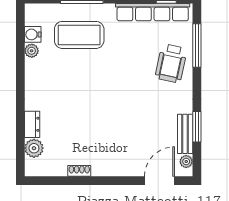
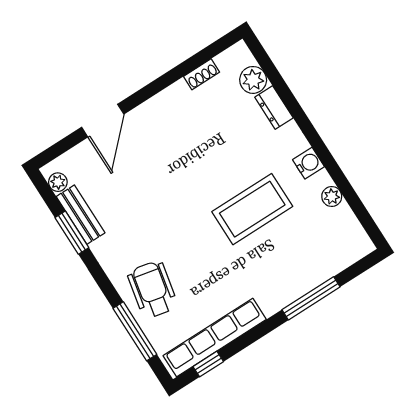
water cooler: (33, 34) -> (309, 163), moved
coffee table: (79, 35) -> (252, 209), moved
shoe rack: (79, 171) -> (201, 74), moved
door: (159, 181) -> (103, 121), moved

